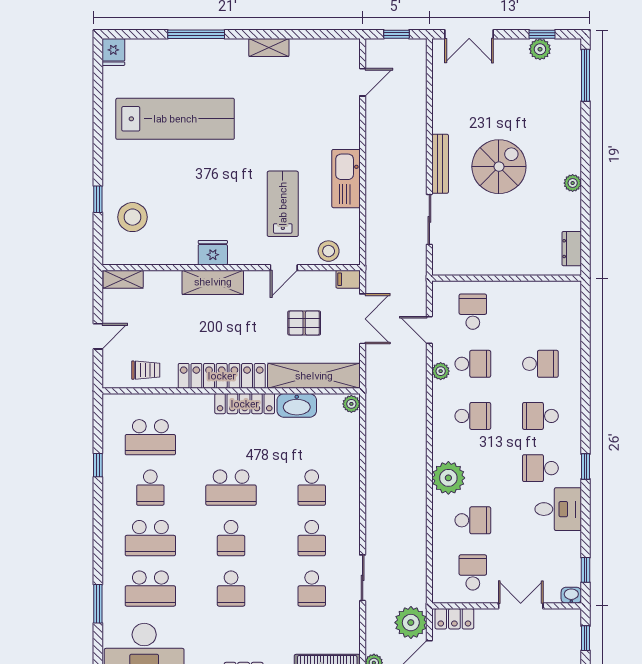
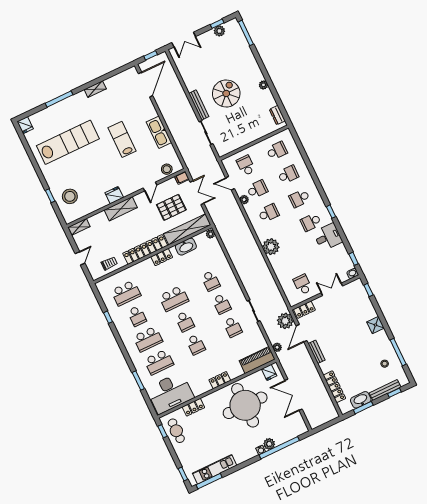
door: (363, 82) -> (146, 85), width x1.88
lab bench: (283, 204) -> (122, 139), moved
pallet: (304, 323) -> (171, 207), width x1.50, depth x1.42
locker: (245, 404) -> (162, 257), width x0.66
school desk: (473, 520) -> (277, 151), moved

